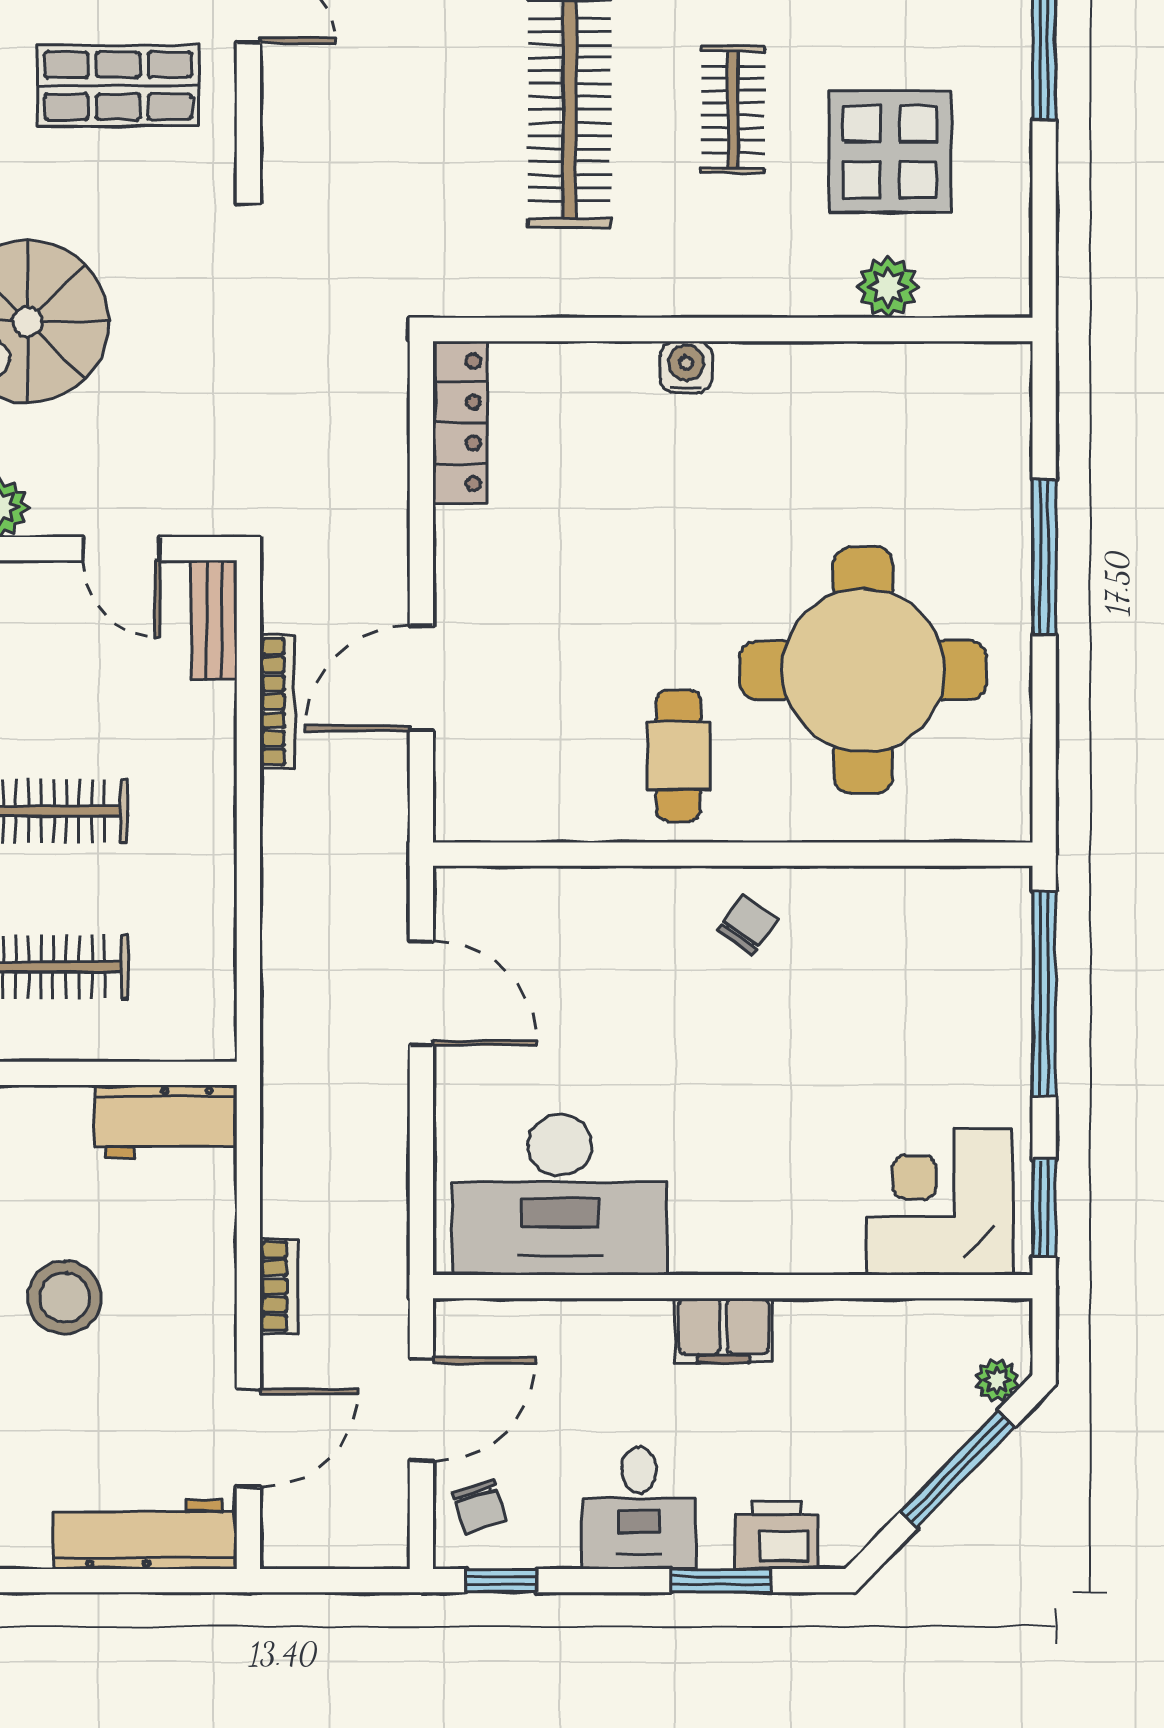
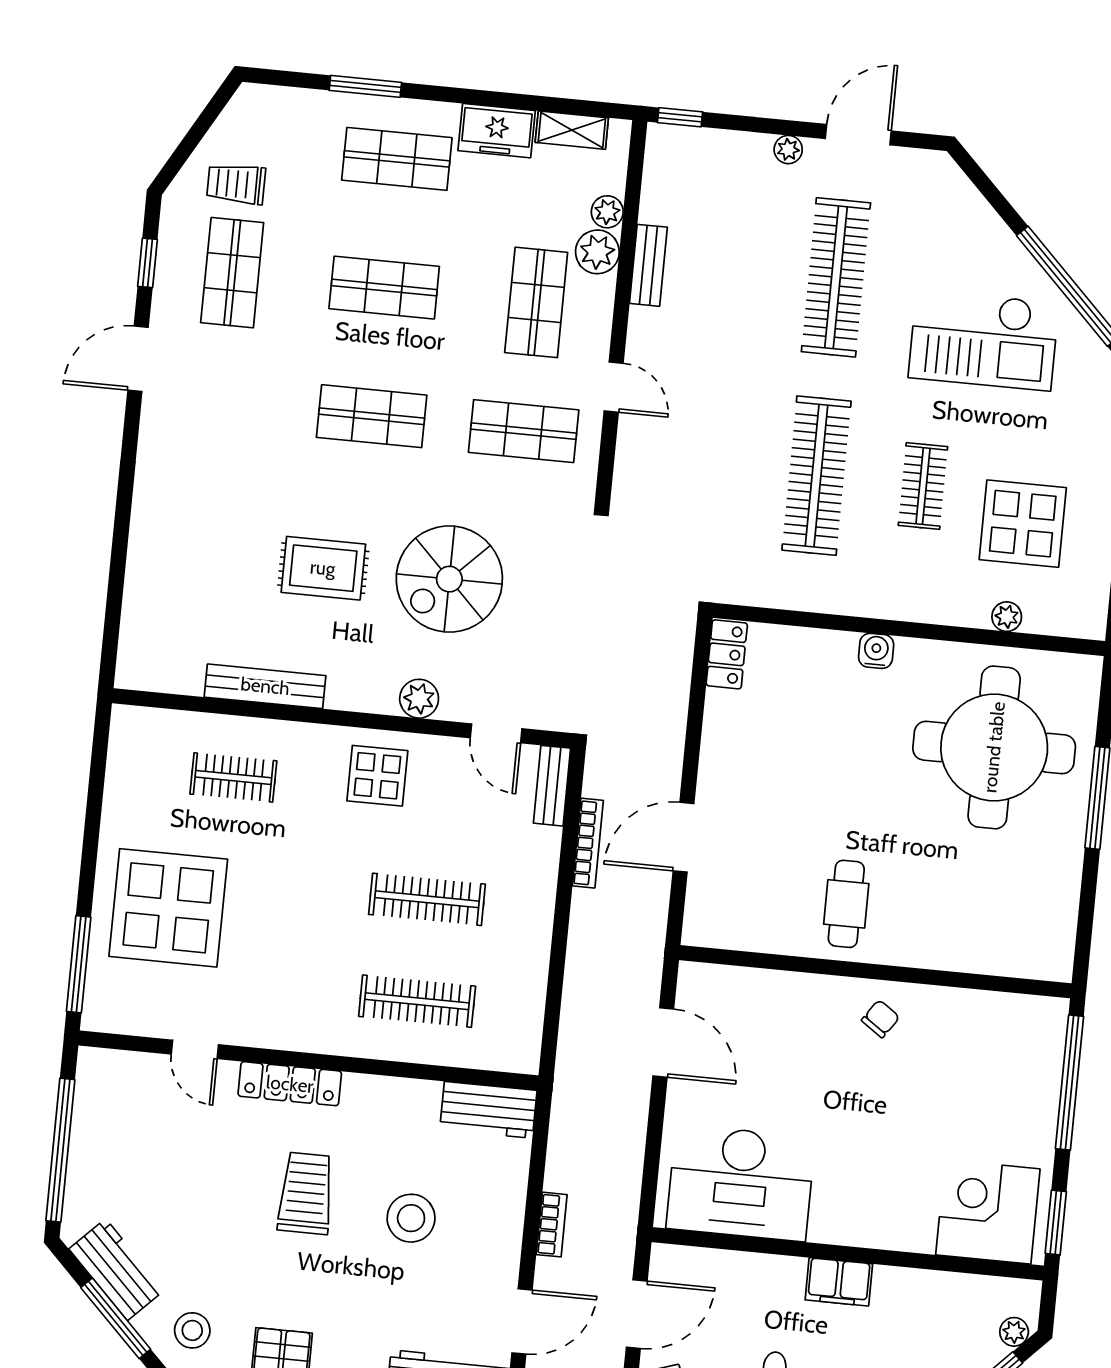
plant: (888, 287) -> (1007, 617), width x0.73, depth x0.73
locker: (460, 423) -> (727, 654), width x0.66
round table: (863, 670) -> (994, 747), moved

